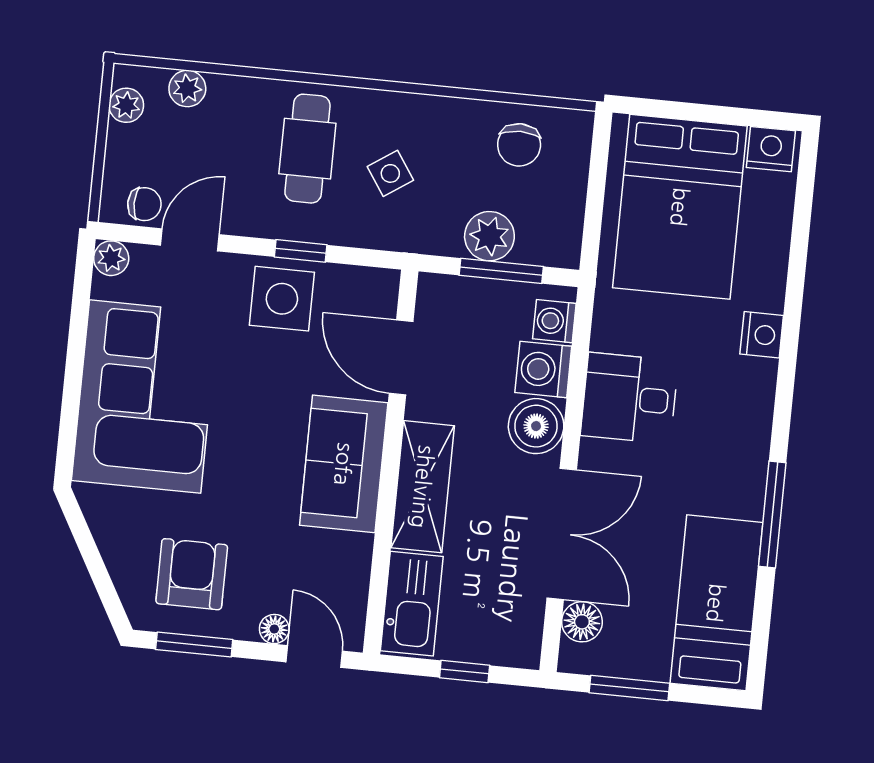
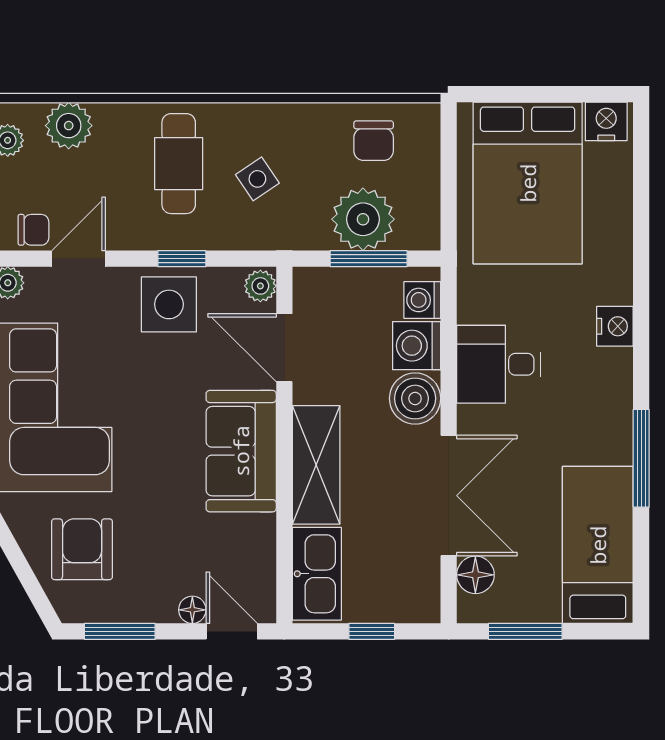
plant: (187, 88) -> (69, 126), width x1.38, depth x1.38
plant: (489, 236) -> (363, 219), width x1.36, depth x1.36
plant: (382, 289) -> (260, 286), added
nightstand: (762, 335) -> (615, 326), moved
armchair: (192, 574) -> (82, 549), moved

